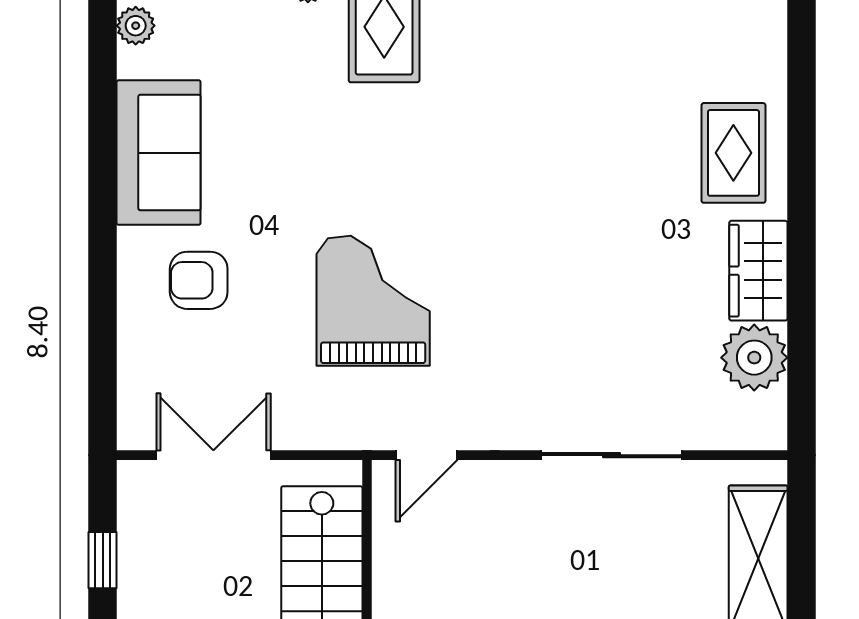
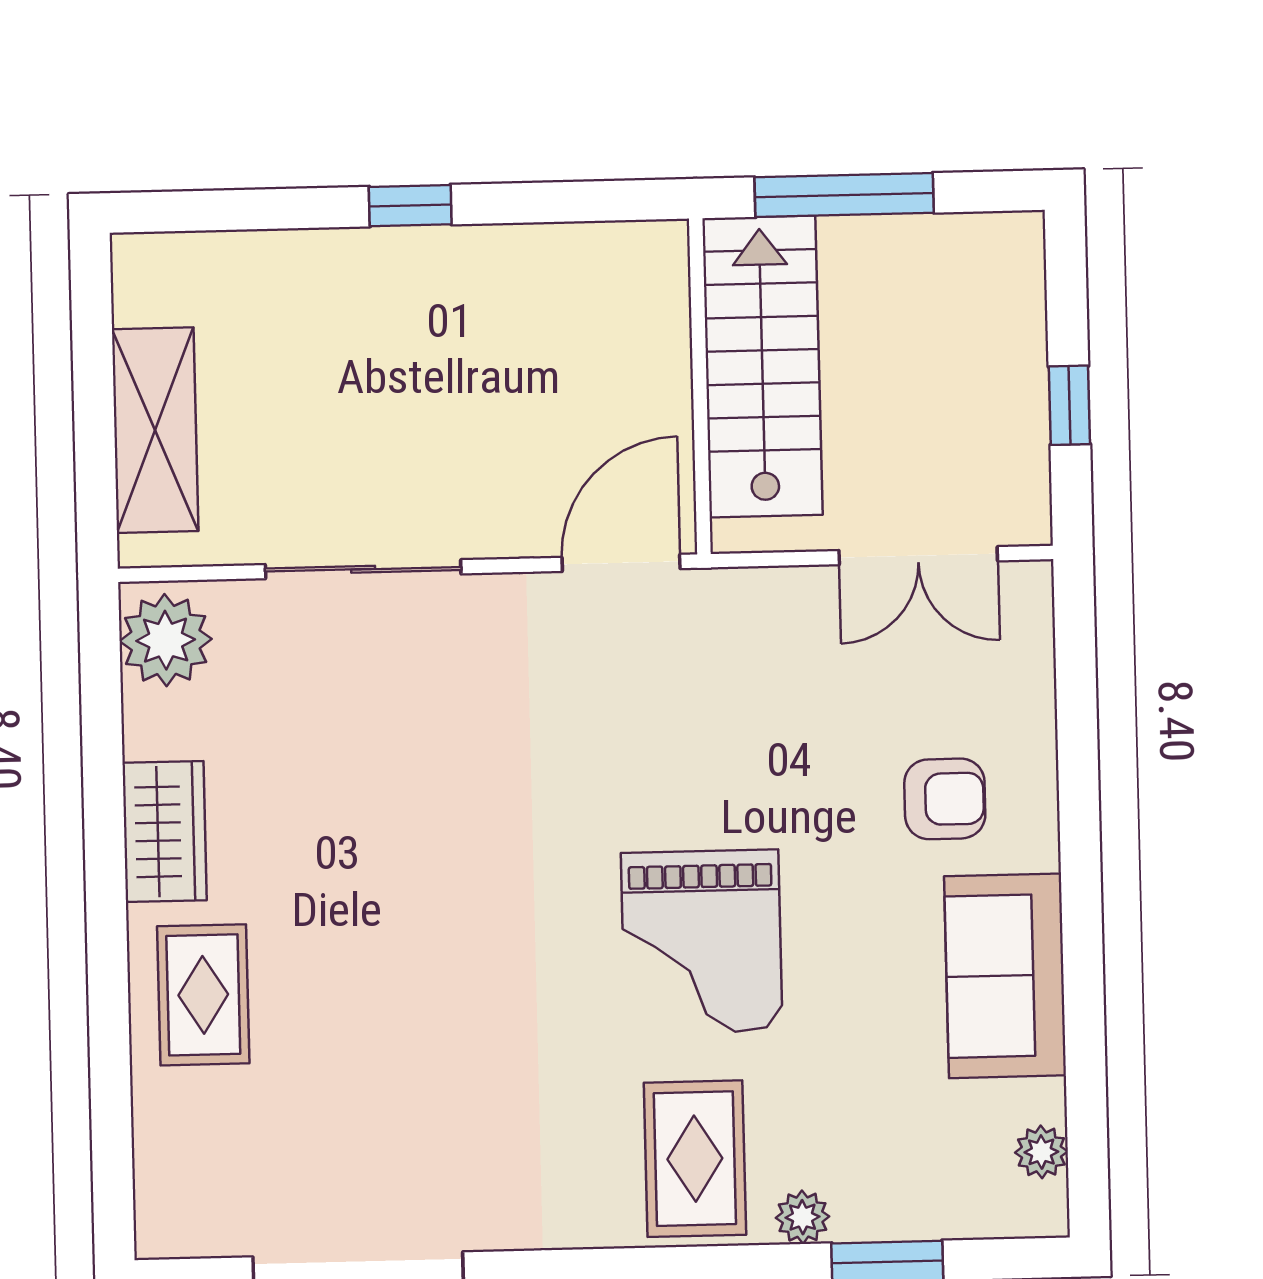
grand piano: (373, 301) -> (702, 942), moved
plant: (754, 358) -> (166, 640), moved
door: (427, 455) -> (621, 563), width x1.38

